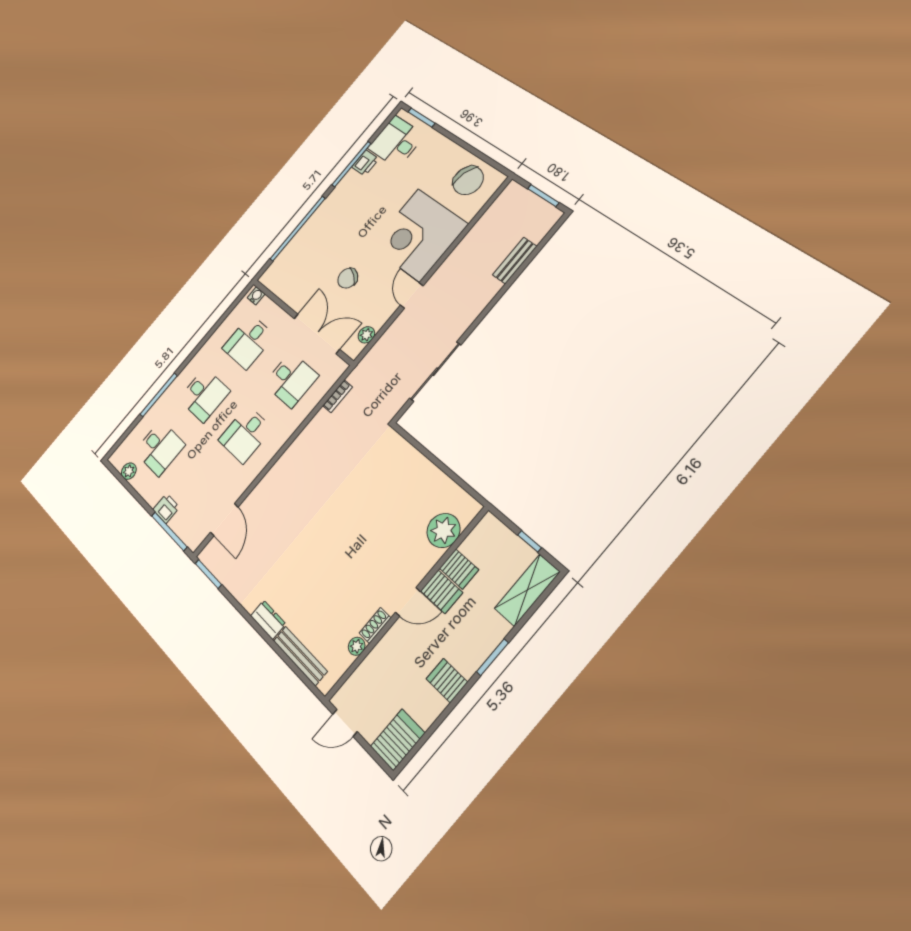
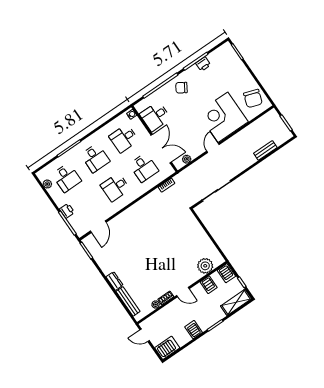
desk: (396, 142) -> (155, 116), moved, turned -90
chair: (348, 278) -> (181, 88), moved
server rack: (442, 592) -> (226, 273), moved

